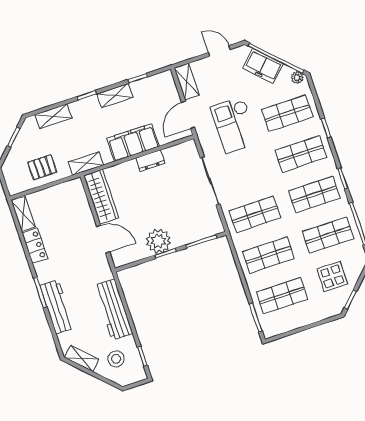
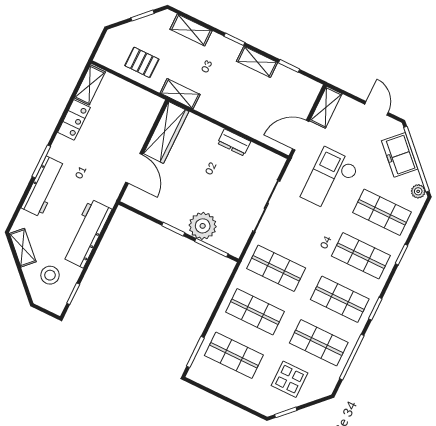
filing cabinet: (133, 142) -> (235, 114), removed
plant: (158, 241) -> (203, 226), moved

